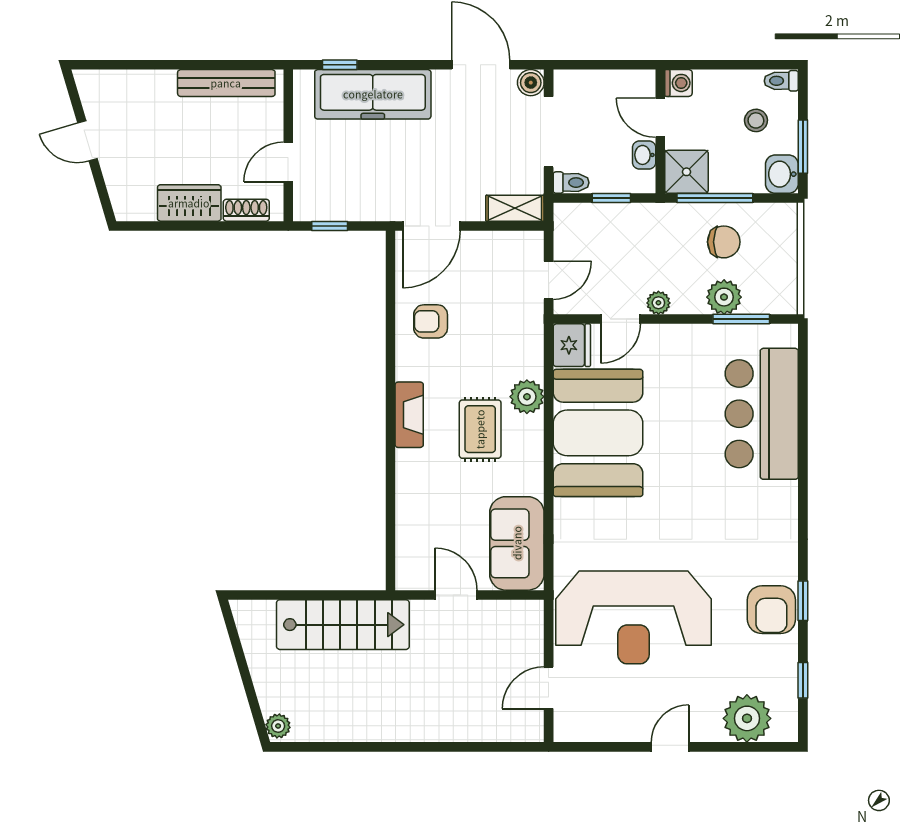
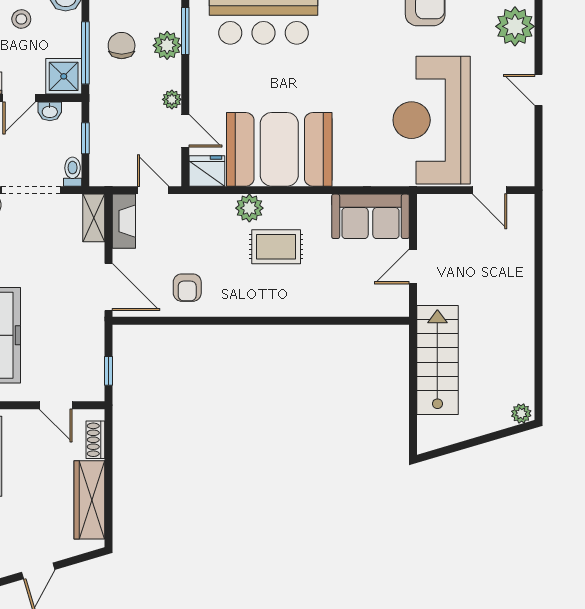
wardrobe: (189, 203) -> (89, 500), width x1.50
fireplace: (409, 415) -> (124, 221), moved, turned 90
reception desk: (633, 617) -> (432, 120), turned 180

